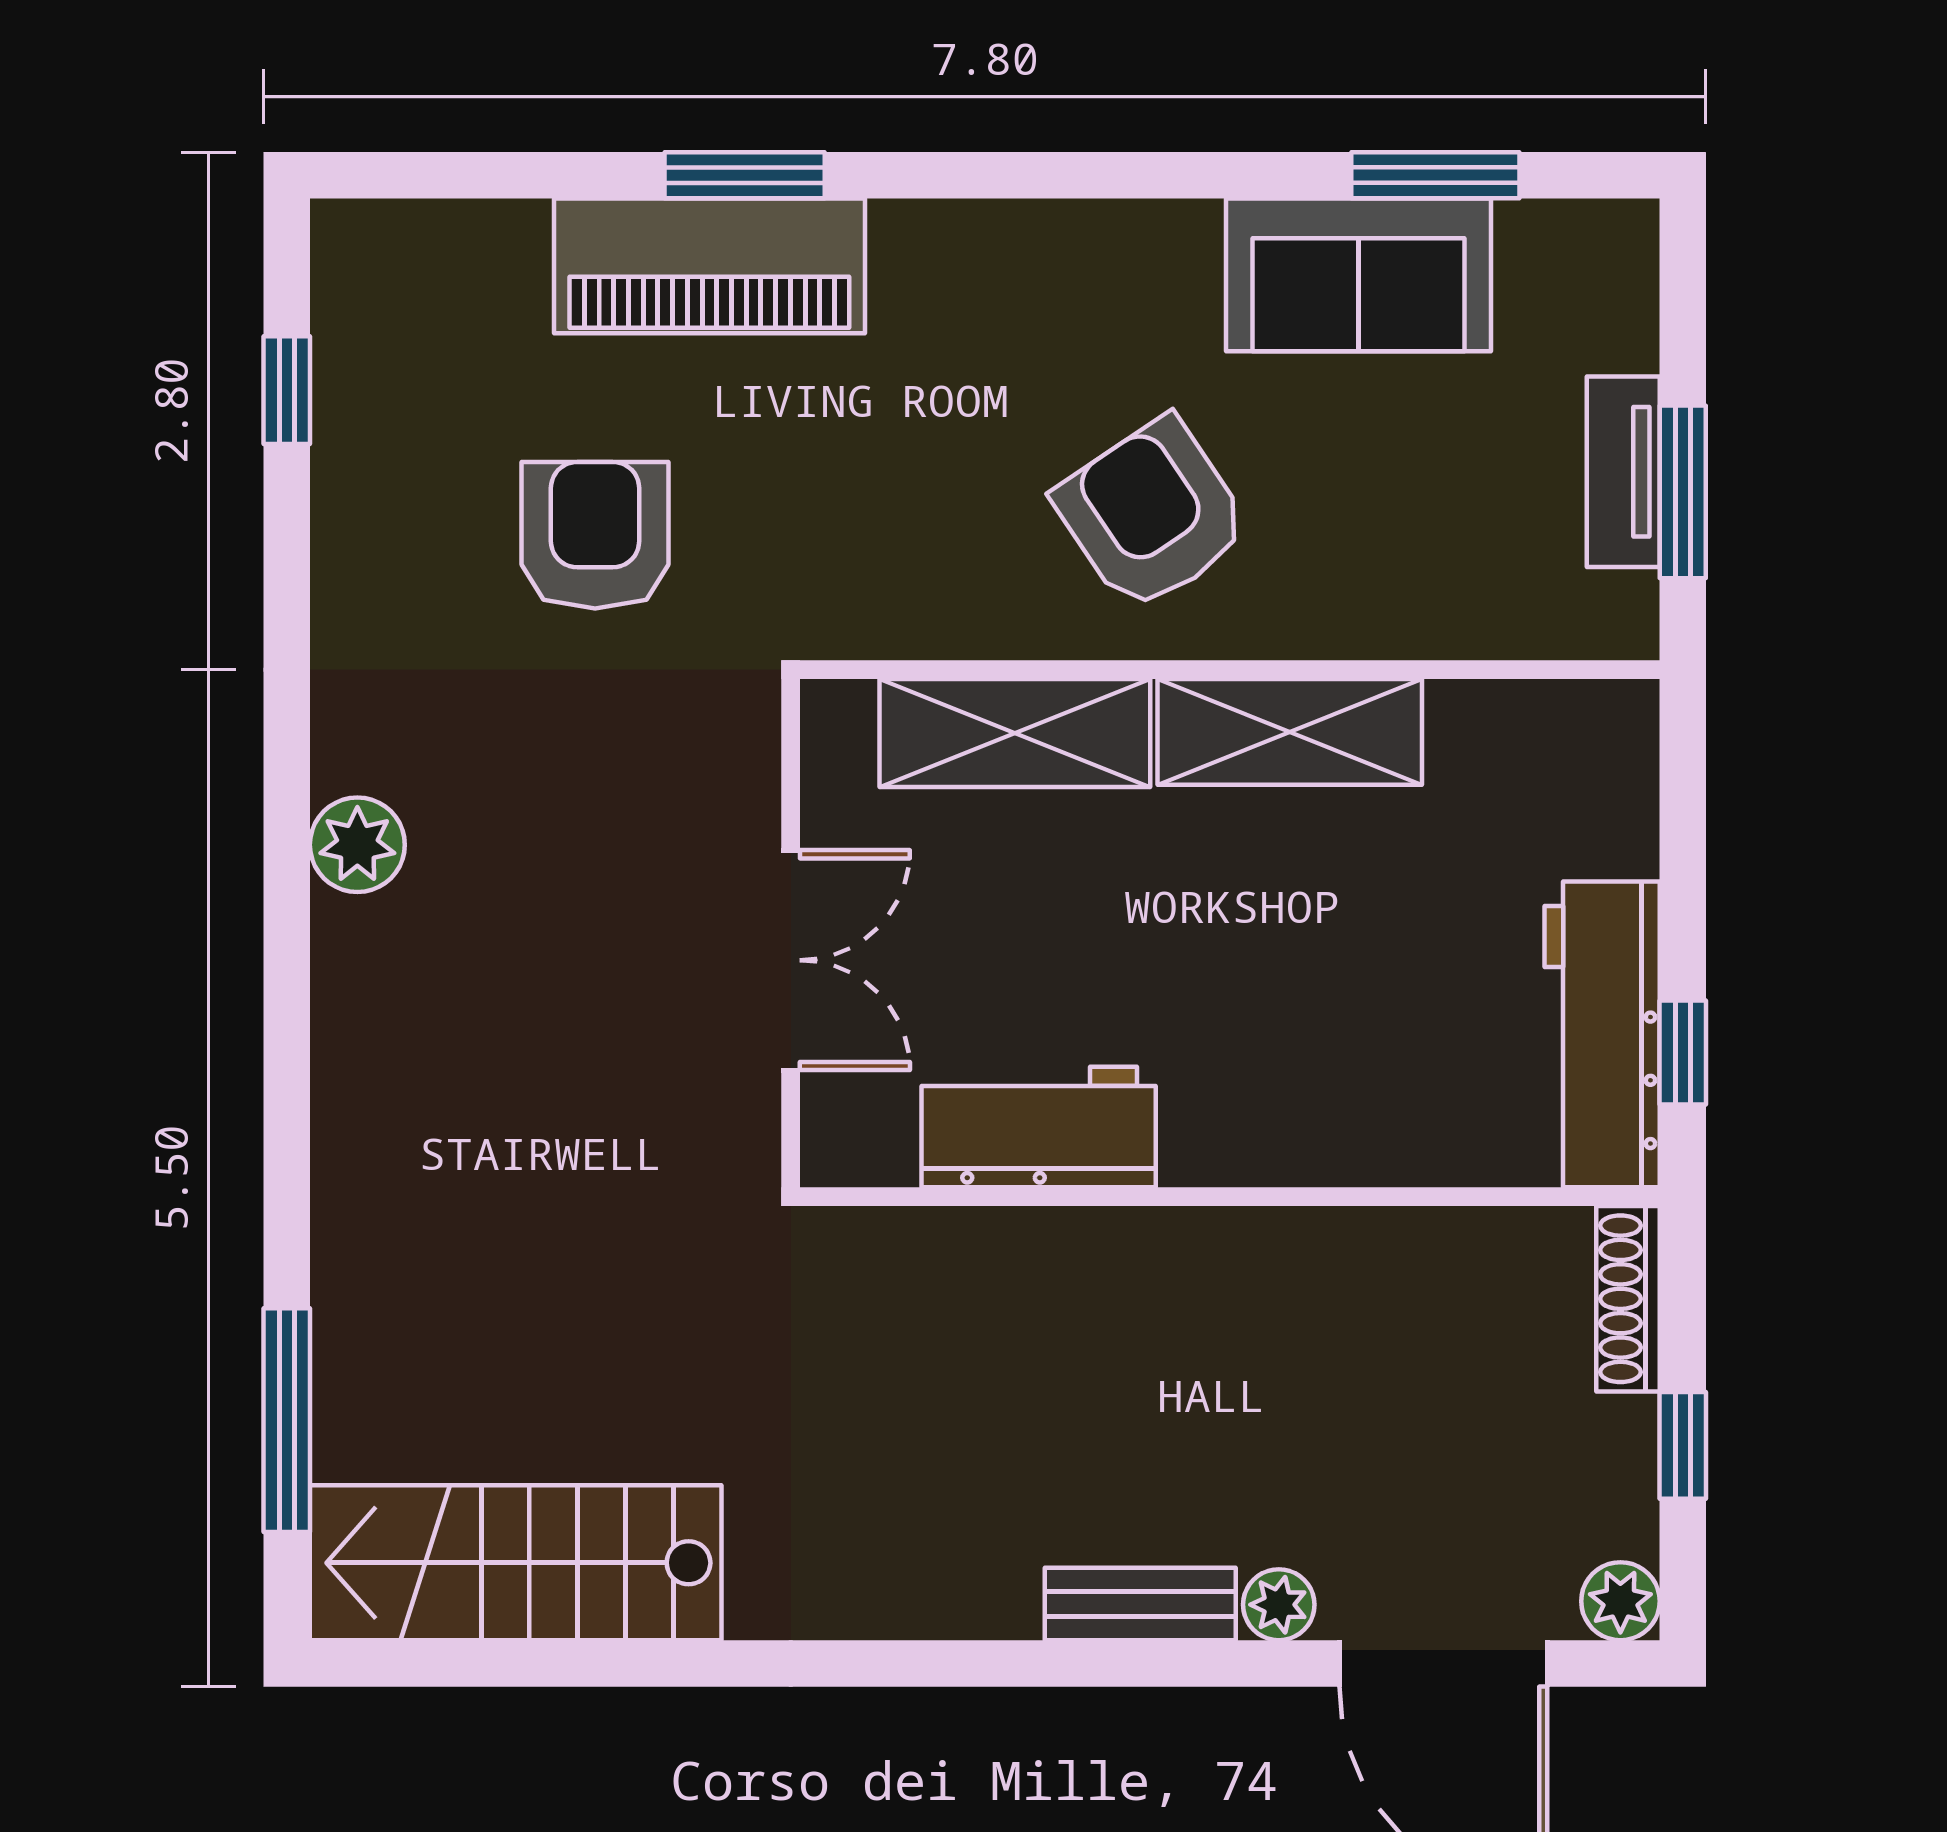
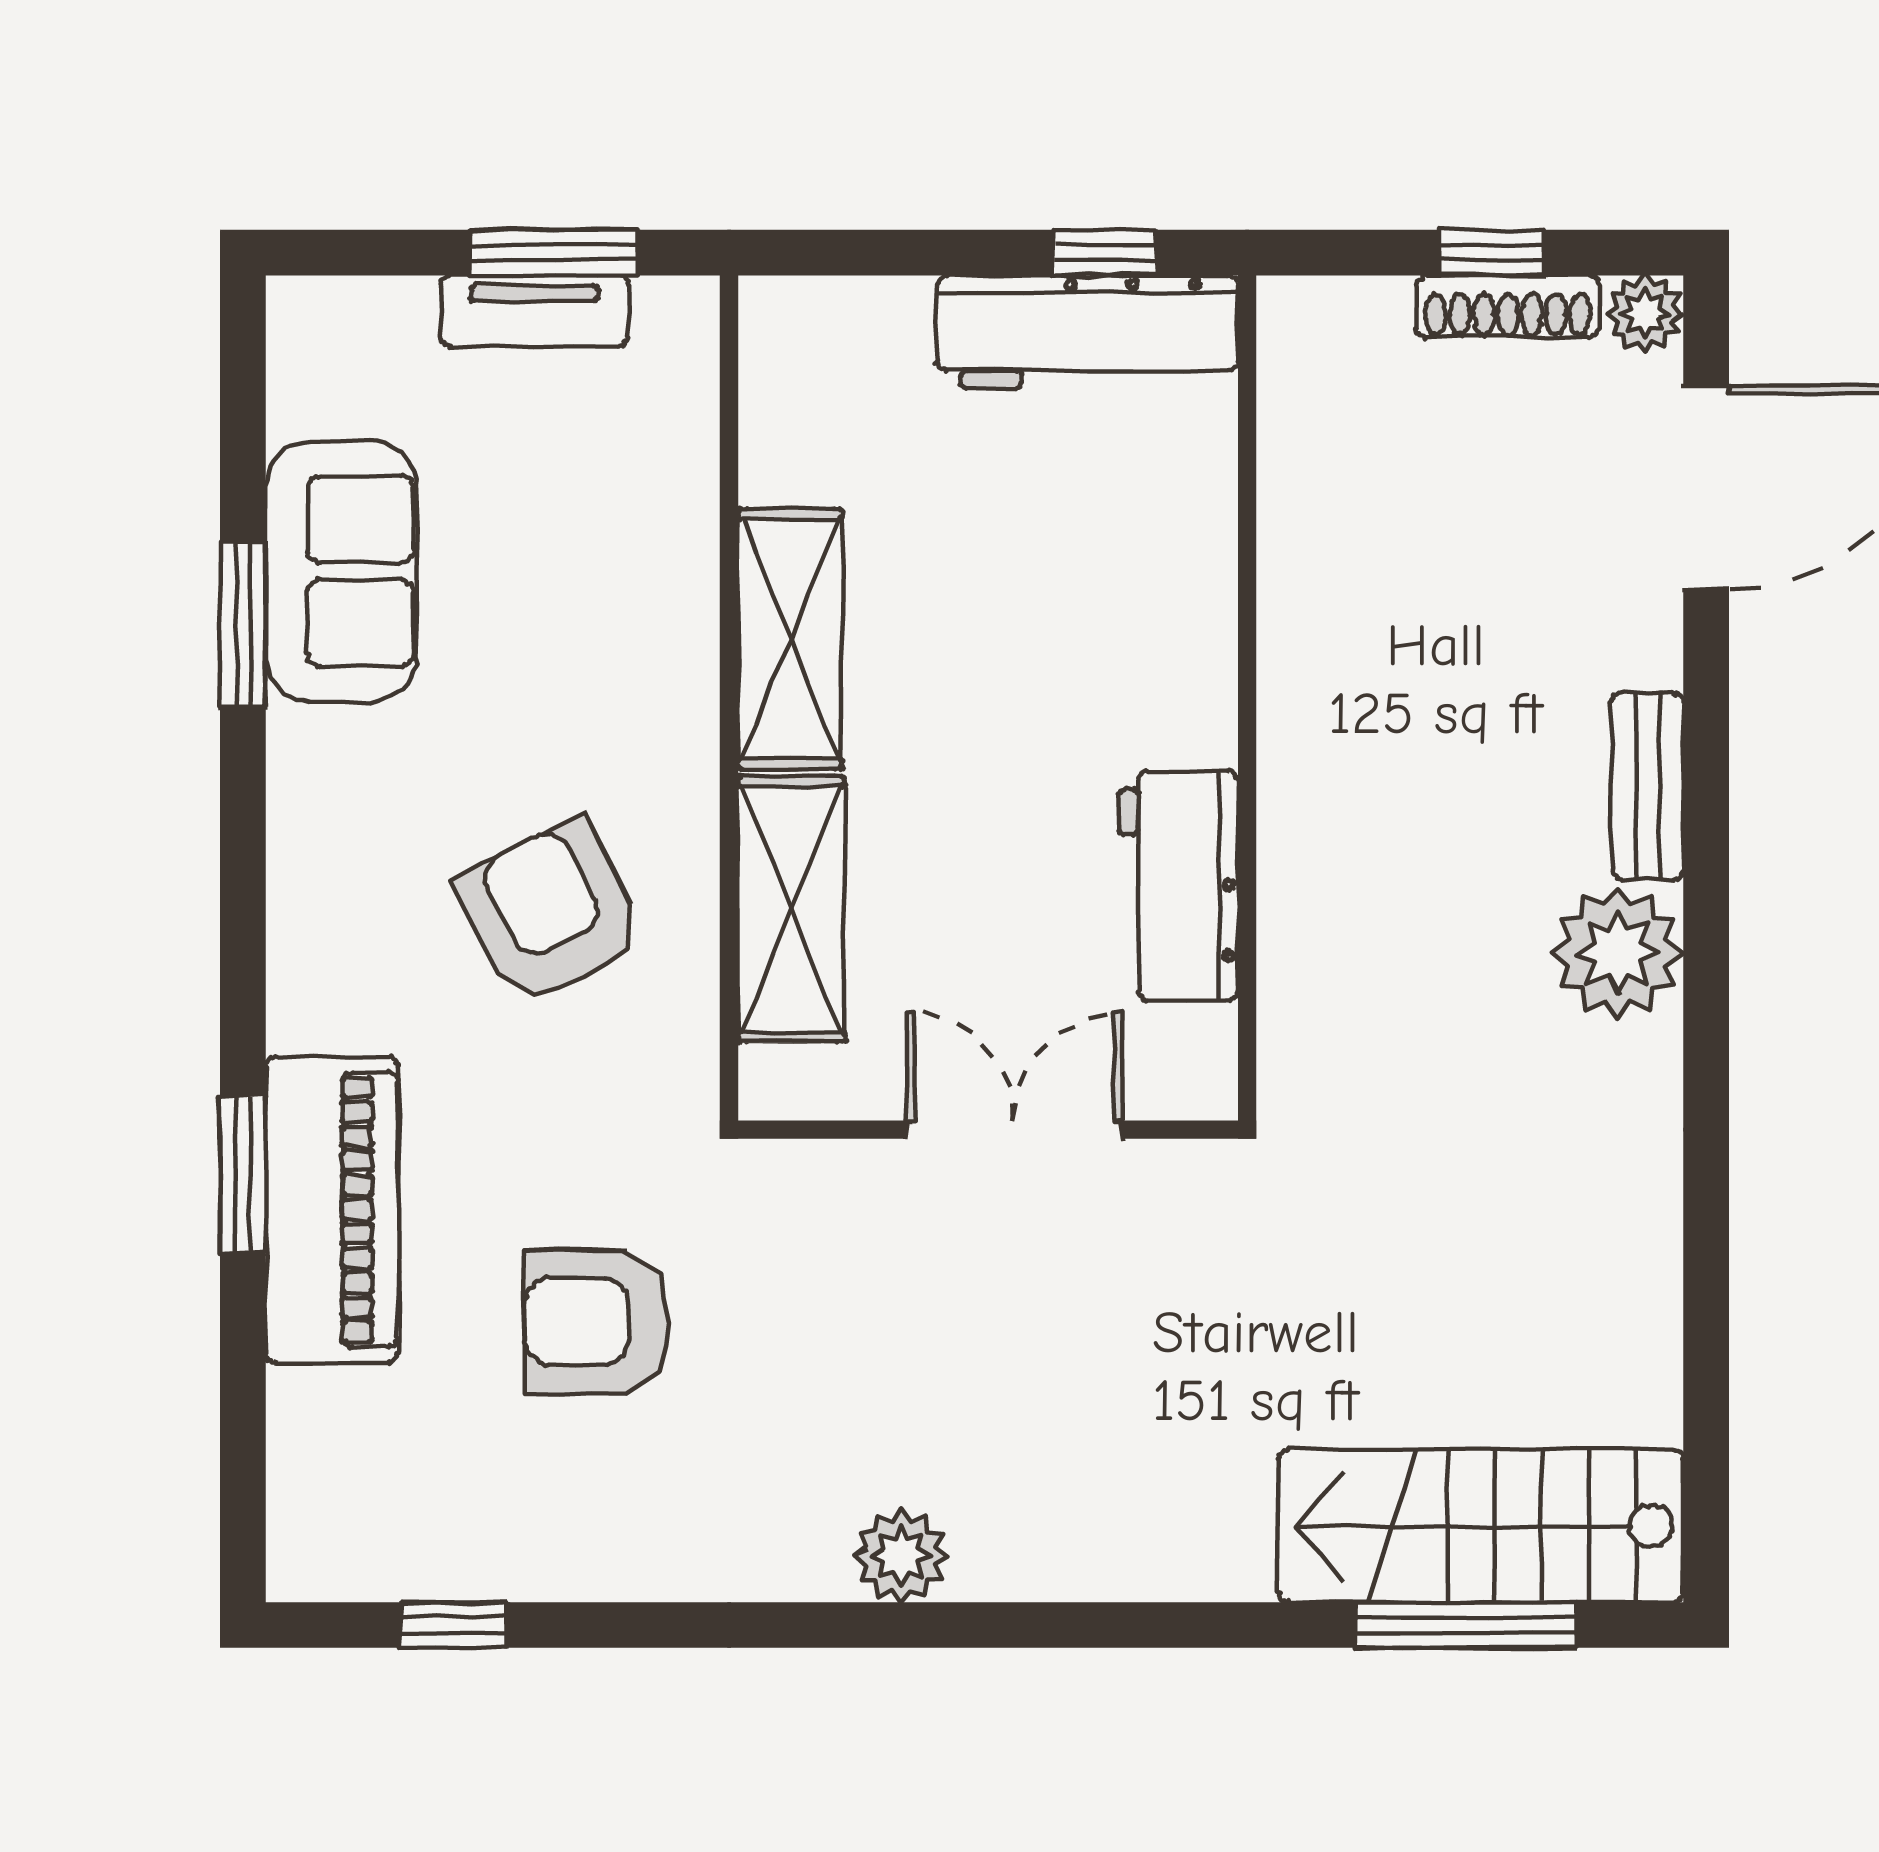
window: (1435, 175) -> (243, 624), moved
armchair: (1152, 515) -> (551, 913), moved, turned 97
shoe rack: (1628, 1299) -> (1508, 306), moved
stairs: (516, 1563) -> (1481, 1526), moved, turned 90
plant: (1279, 1605) -> (1618, 953), moved, width x1.88, depth x1.88

